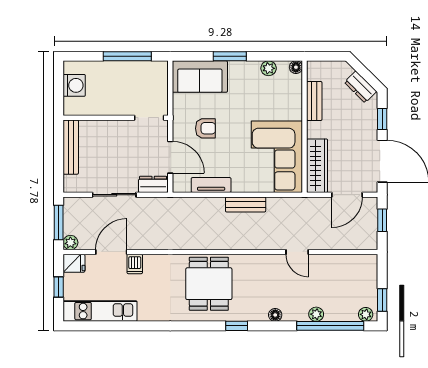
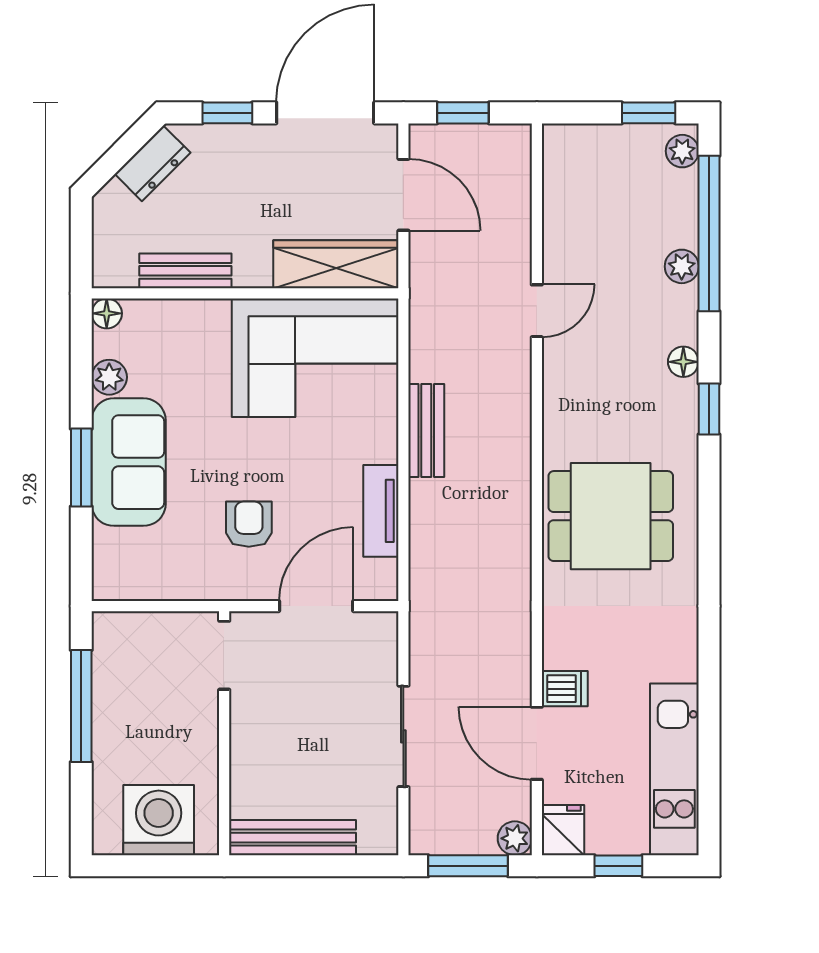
sofa: (200, 77) -> (129, 462), moved
washing machine: (74, 85) -> (159, 820), width x1.37, depth x1.37
dresser: (153, 184) -> (379, 646), removed
window: (237, 326) -> (709, 409), moved

